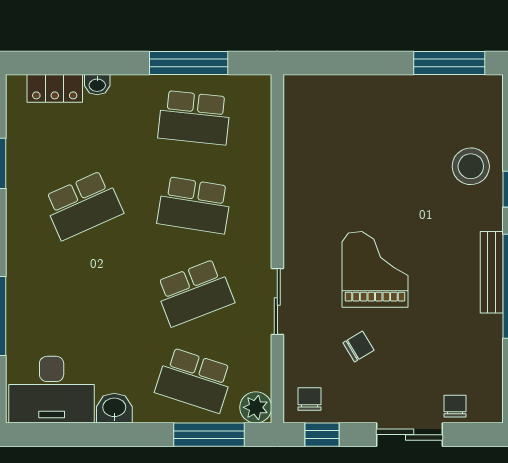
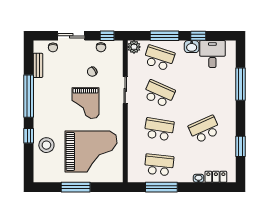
window: (449, 63) -> (76, 187), moved
grand piano: (361, 151) -> (91, 151), added
bench: (492, 272) -> (38, 65), moved, width x0.73
school desk: (194, 293) -> (159, 94), turned 45
desk: (52, 390) -> (212, 54), width x0.73
chair: (310, 399) -> (101, 47), moved
window: (98, 435) -> (198, 36), added
window: (209, 435) -> (165, 36), moved

